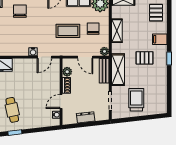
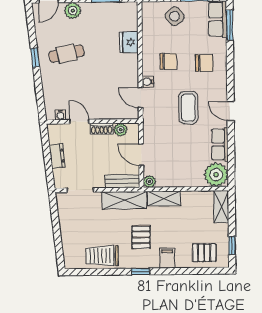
chair: (93, 29) -> (168, 61), moved
coffee table: (68, 31) -> (188, 107), moved
shelving: (117, 31) -> (164, 198), moved
door: (85, 57) -> (141, 155), hinge flipped
trolley: (136, 100) -> (102, 256), moved, turned 180

